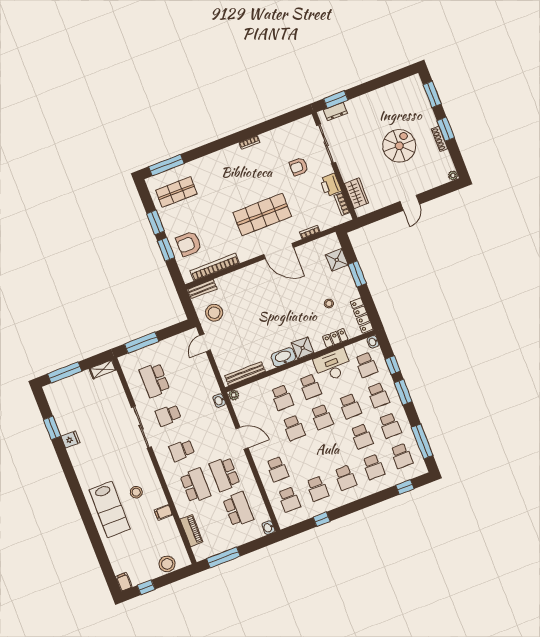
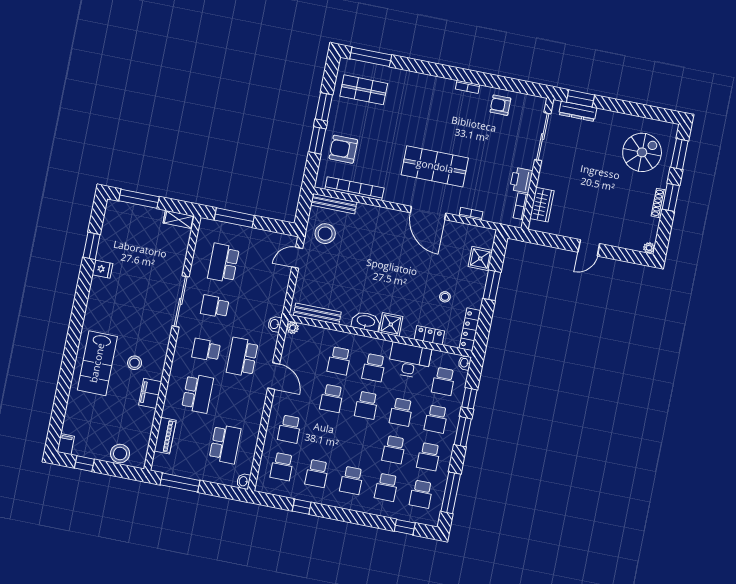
dresser: (335, 111) -> (578, 111), width x1.44
spiral stairs: (399, 146) -> (642, 152), moved
armchair: (299, 167) -> (500, 105), moved
bench: (202, 289) -> (334, 204), width x1.36
school desk: (225, 474) -> (242, 357), moved
filing cabinet: (163, 512) -> (150, 393), width x2.00

